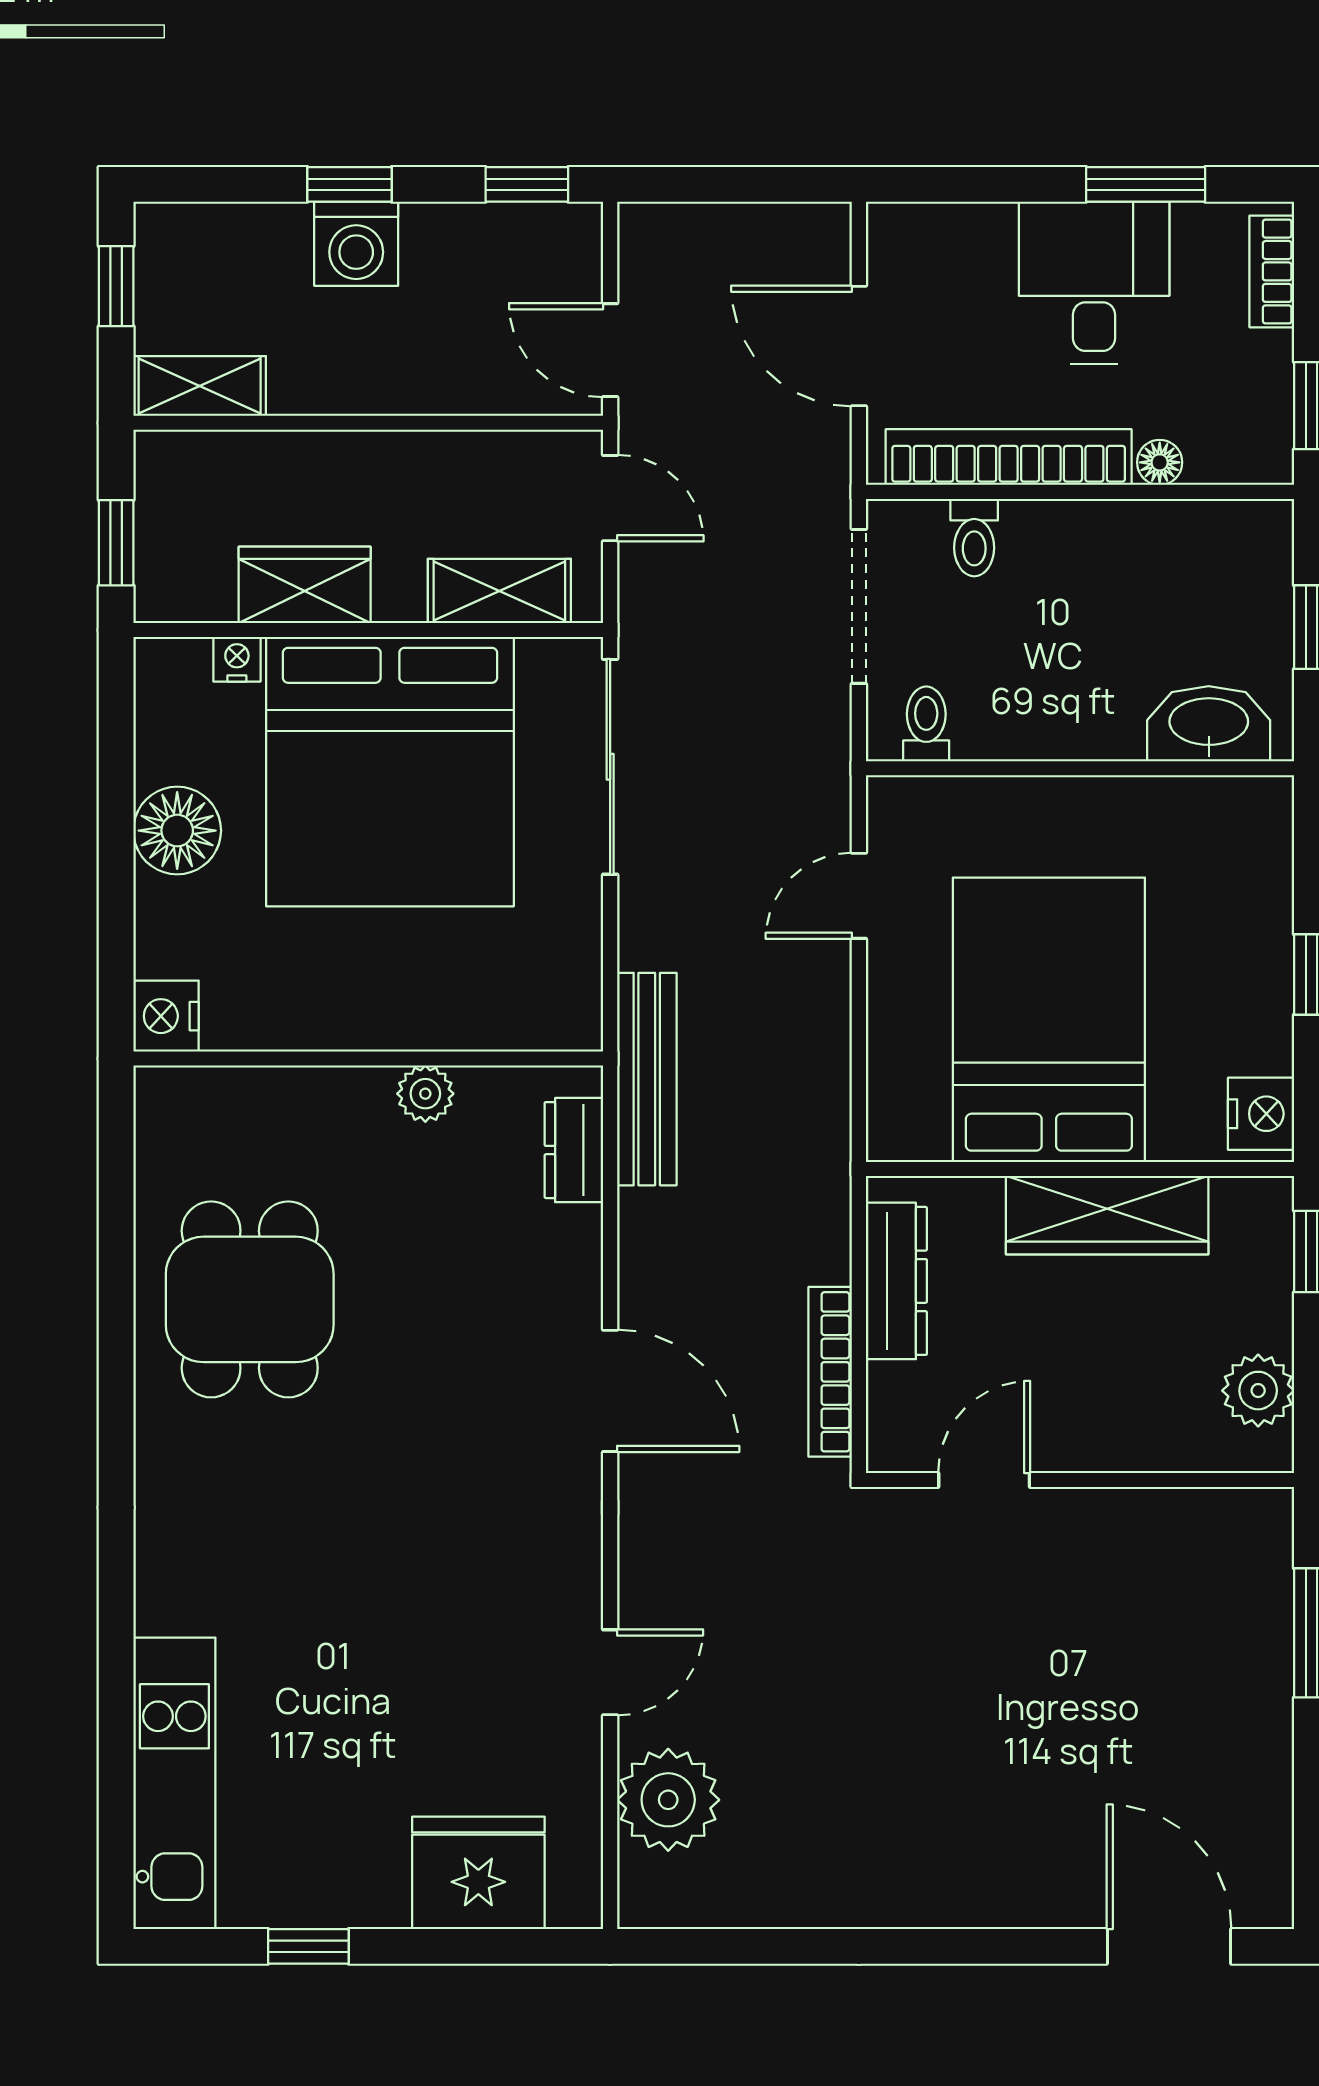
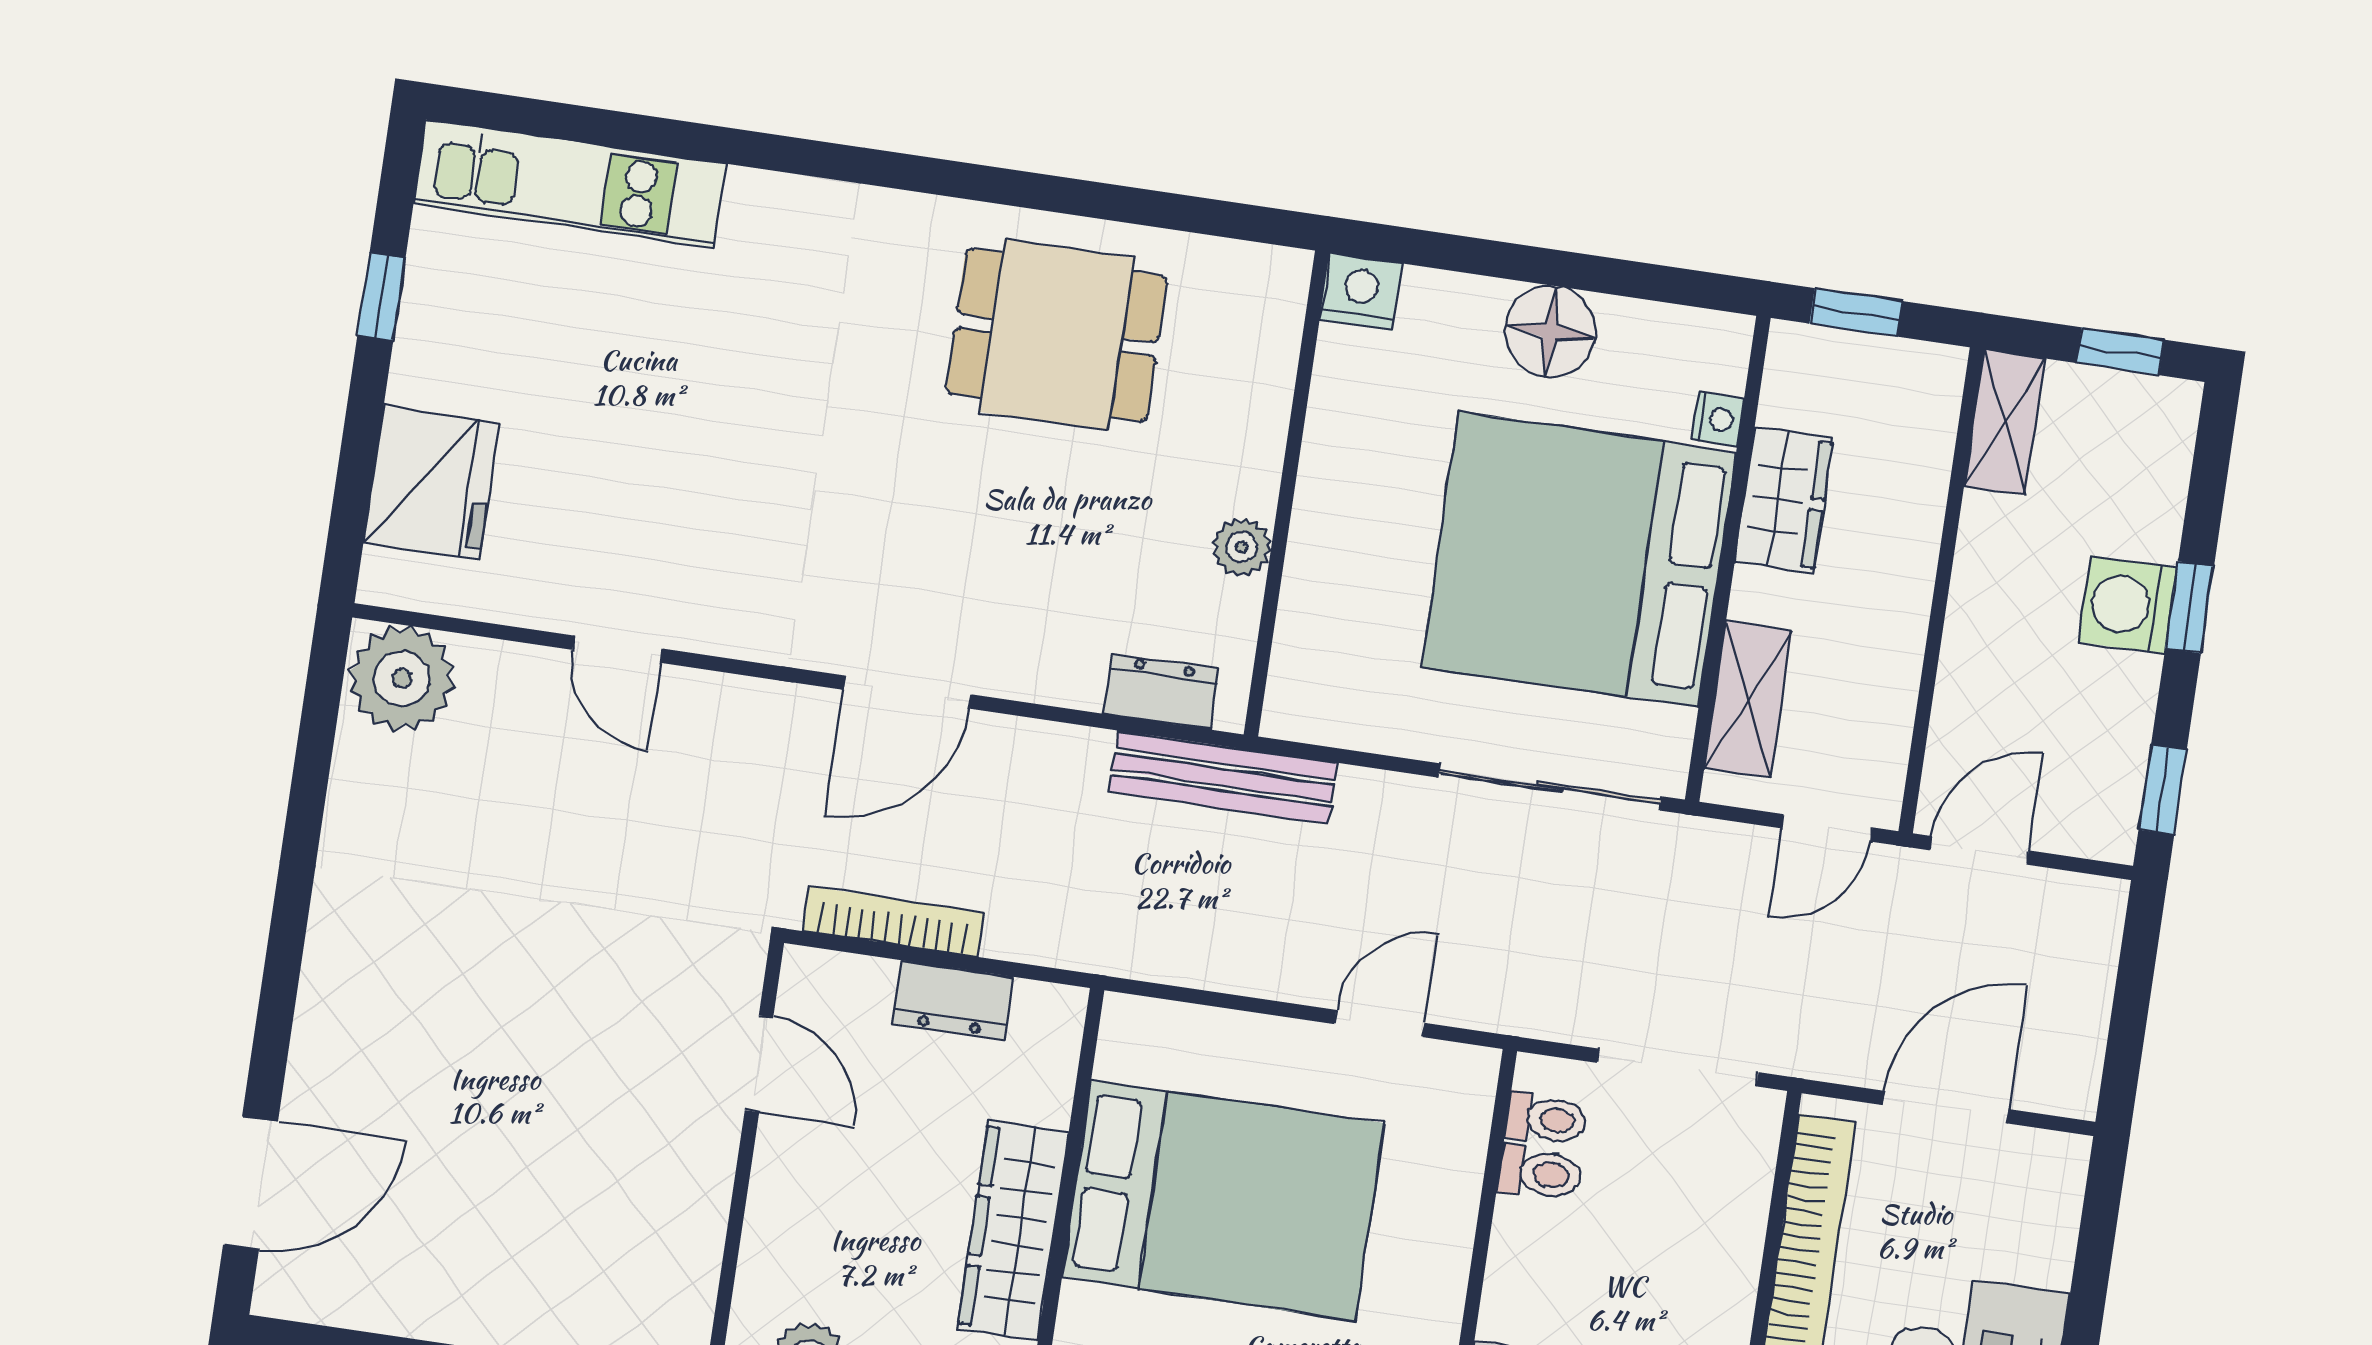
toilet: (974, 538) -> (1540, 1173), moved, turned 180
door: (859, 896) -> (1380, 1024), hinge flipped
dresser: (896, 1281) -> (953, 1000), width x0.70
plant: (668, 1800) -> (402, 679), moved

